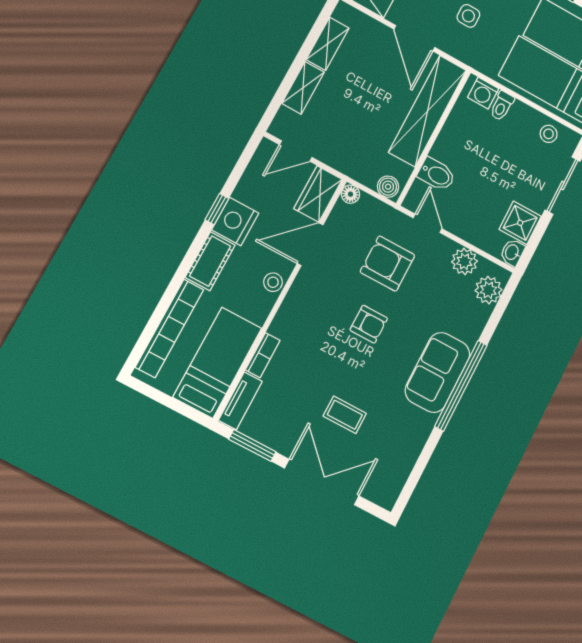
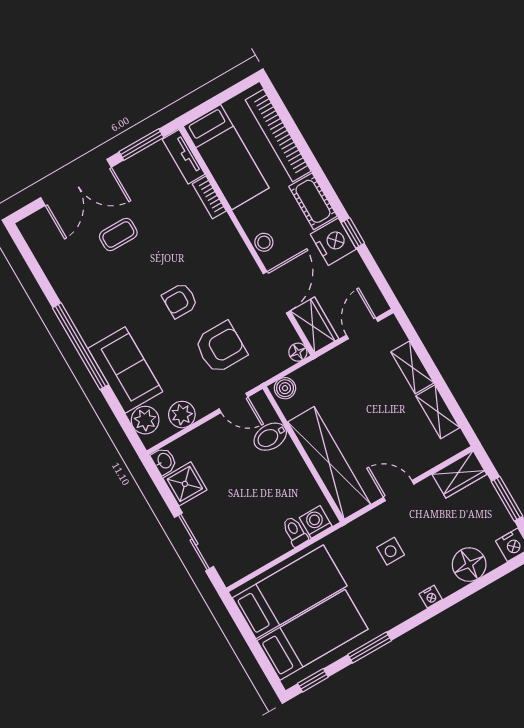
door: (414, 38) -> (399, 491), width x0.73
stool: (549, 134) -> (246, 558), removed
sofa: (438, 372) -> (125, 370), moved

